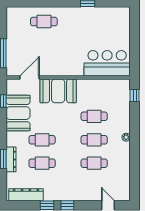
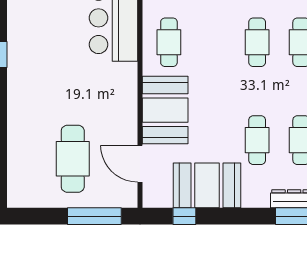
cafe table: (44, 22) -> (73, 159), moved, width x1.37, depth x1.35
cafe table: (94, 116) -> (169, 42), moved

